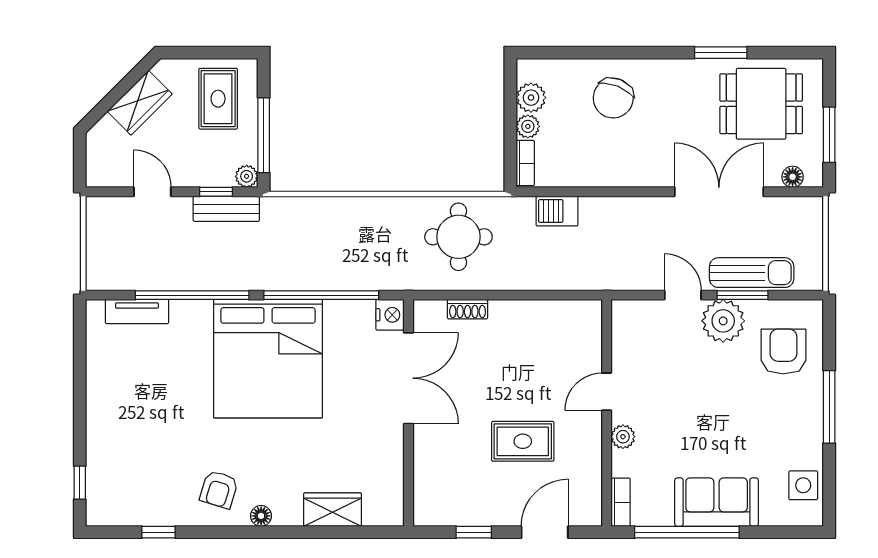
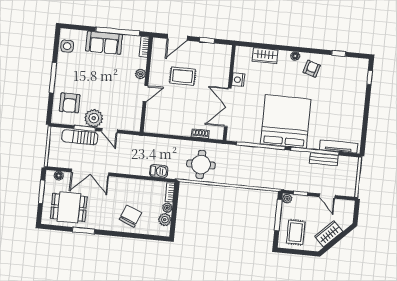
bench: (226, 209) -> (324, 159), moved
tv unit: (137, 312) -> (339, 147), width x1.41
nightstand: (390, 315) -> (238, 80), moved

